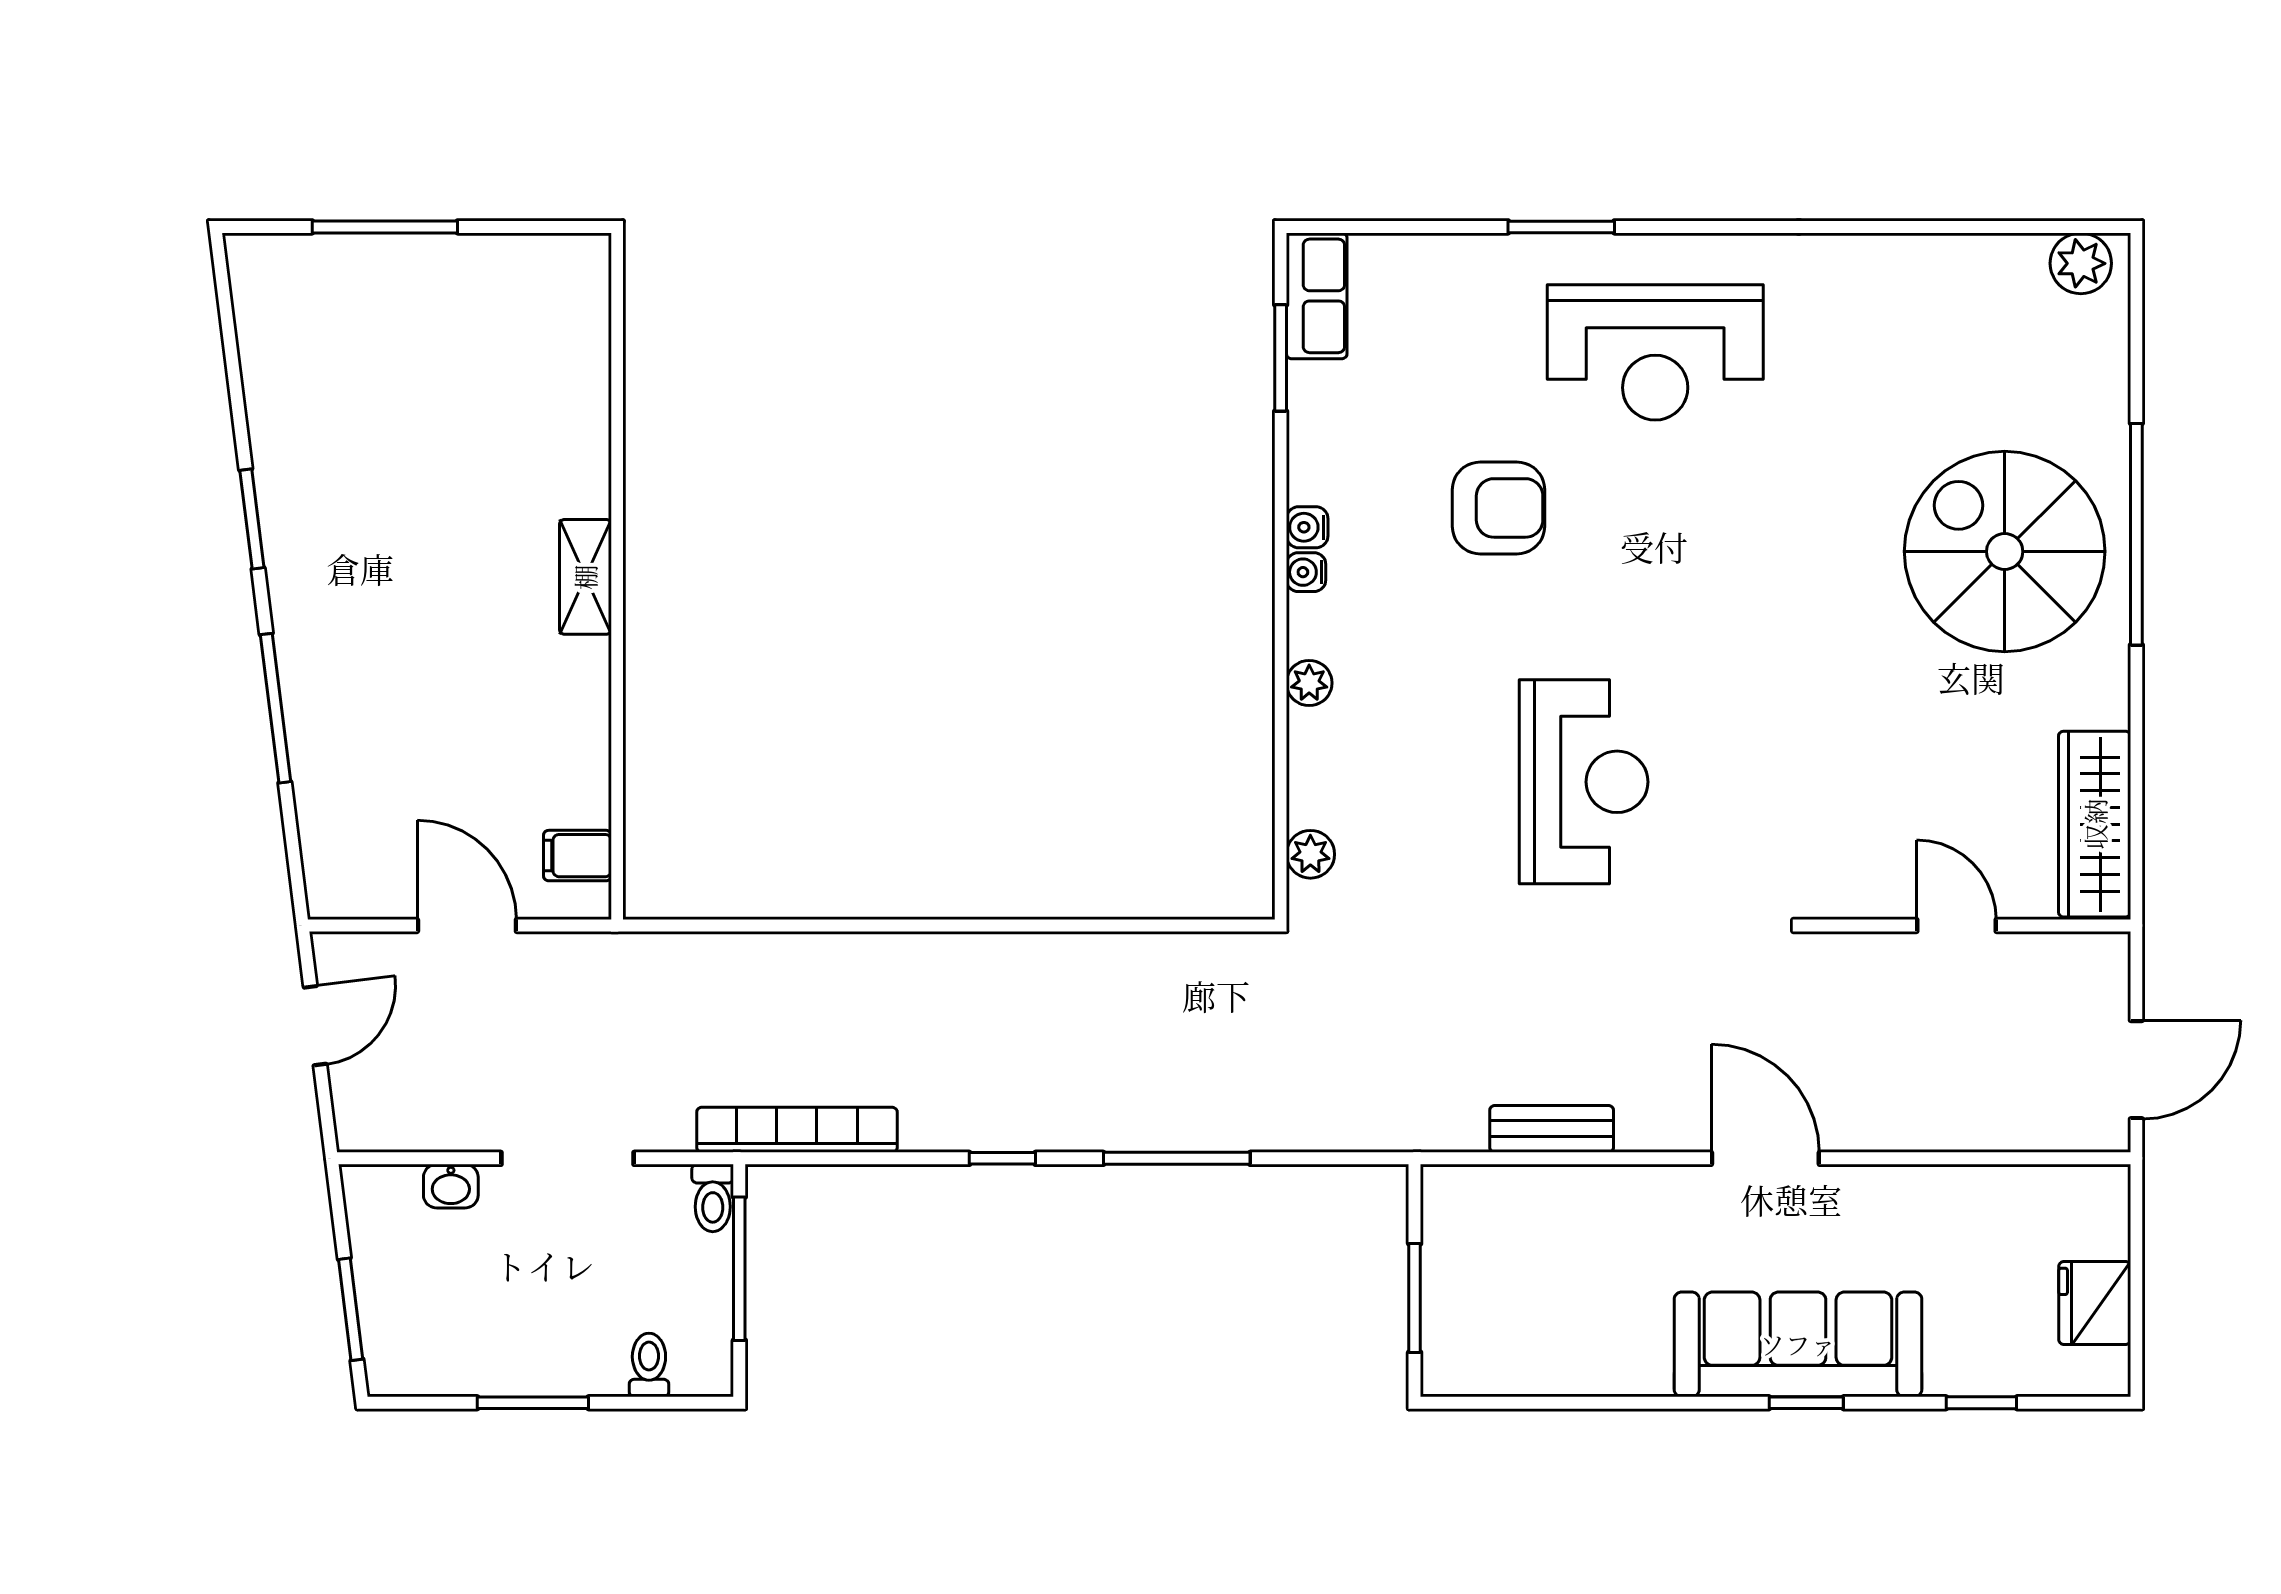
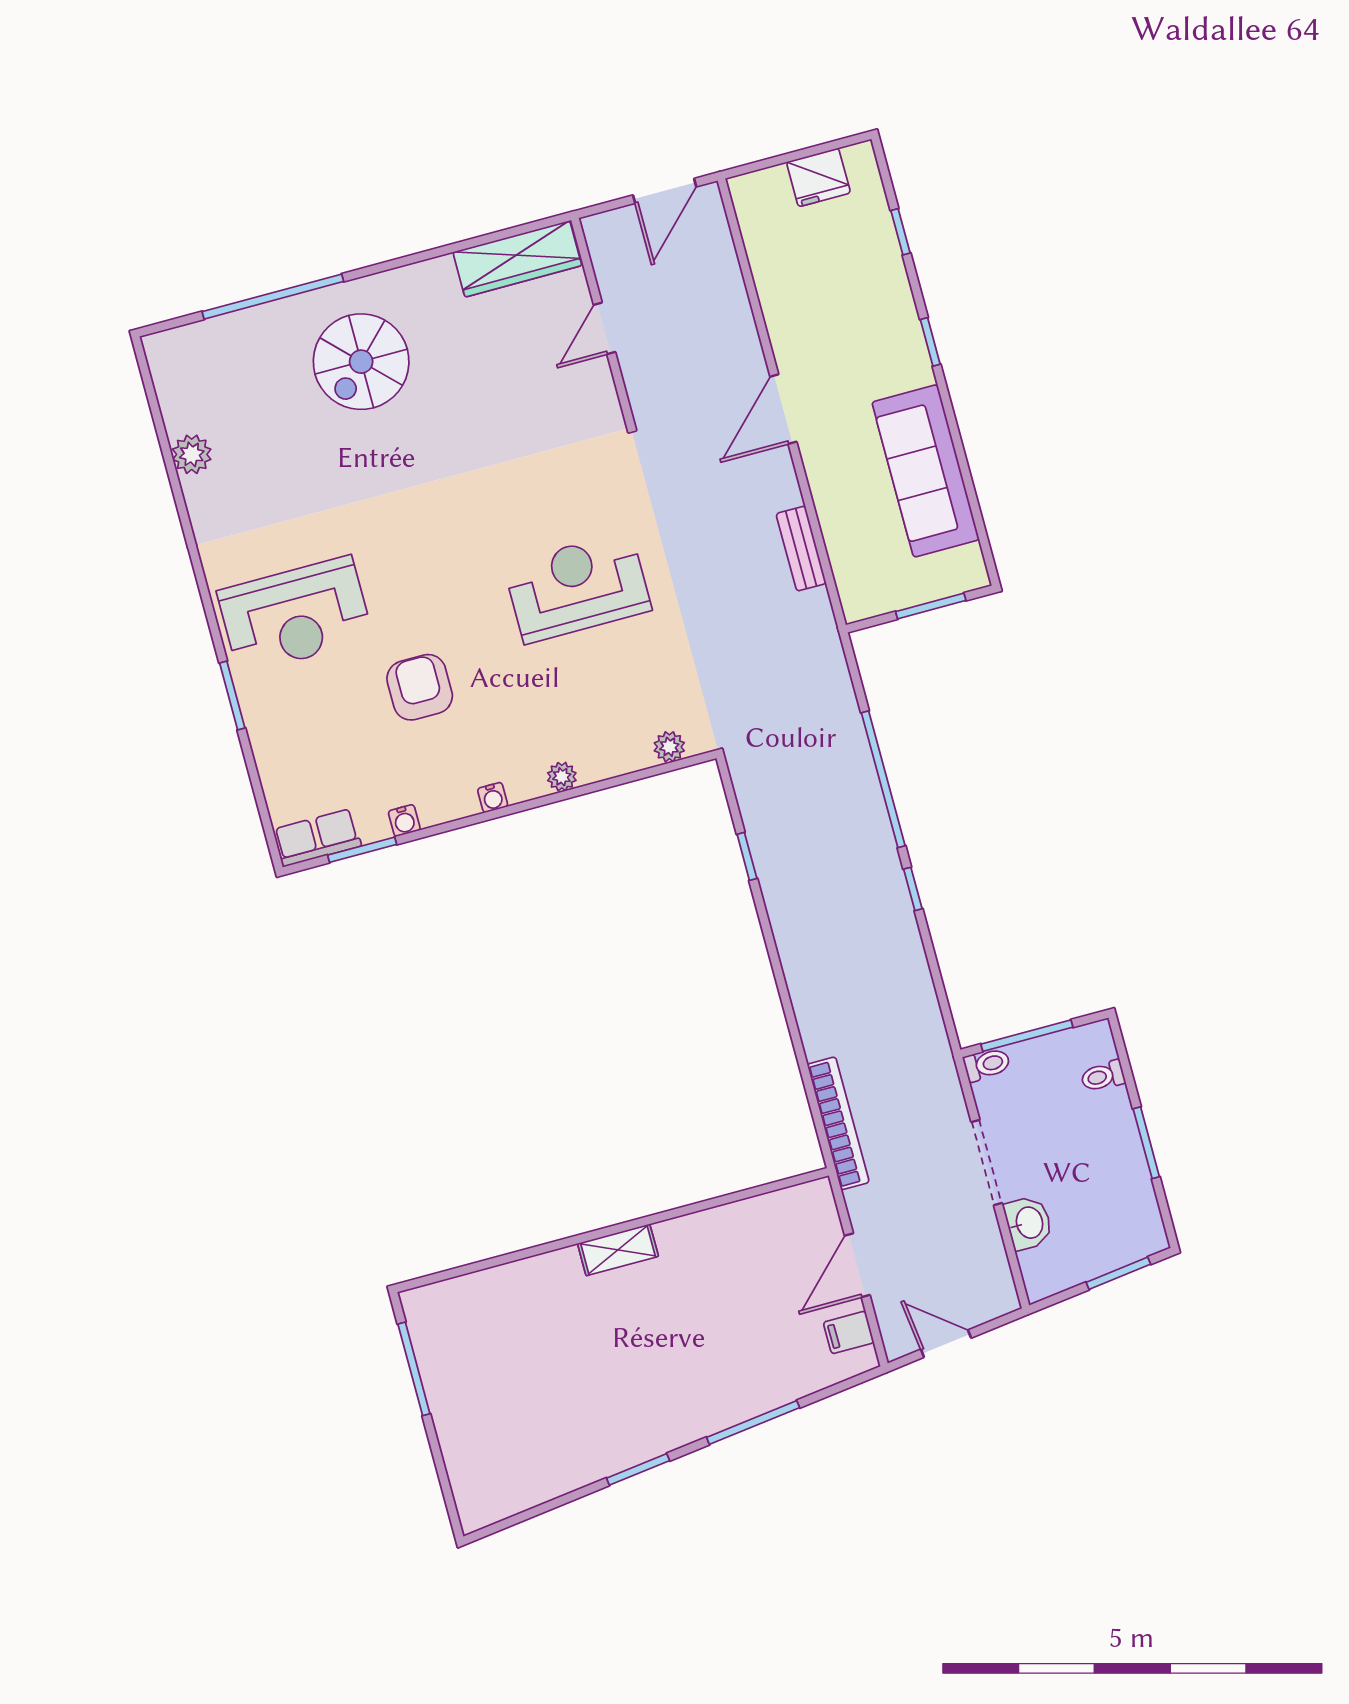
window: (385, 227) -> (414, 1369), moved
plant: (2081, 263) -> (192, 454), moved
reception desk: (1655, 352) -> (295, 615), turned 90
water cooler: (1307, 527) -> (404, 821), moved
window: (2136, 534) -> (273, 297), moved
spiral stairs: (2005, 551) -> (361, 362), width x0.73, depth x0.73
filing cabinet: (577, 856) -> (849, 1332), moved, turned 90
window: (1117, 925) -> (747, 856), added
door: (2136, 1070) -> (665, 191), swing flipped
bookcase: (797, 1130) -> (838, 1123), moved, turned 180
window: (1177, 1158) -> (883, 779), width x1.46
washbasin: (451, 1186) -> (1028, 1223), width x1.38, depth x1.45
sofa: (1798, 1344) -> (926, 471), moved

